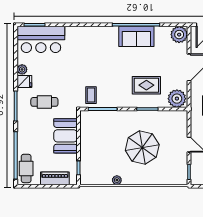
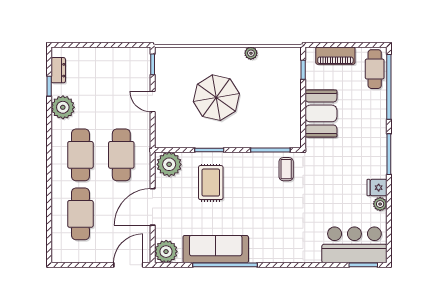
sofa: (136, 36) -> (216, 249), width x1.36
rug: (146, 85) -> (211, 183), turned 90
cafe table: (44, 102) -> (350, 160), removed

